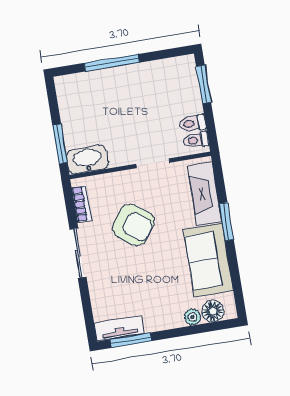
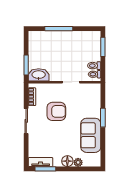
fireplace: (205, 194) -> (94, 102), removed
armchair: (134, 225) -> (56, 111), turned -36
floor lamp: (213, 311) -> (67, 161), moved

